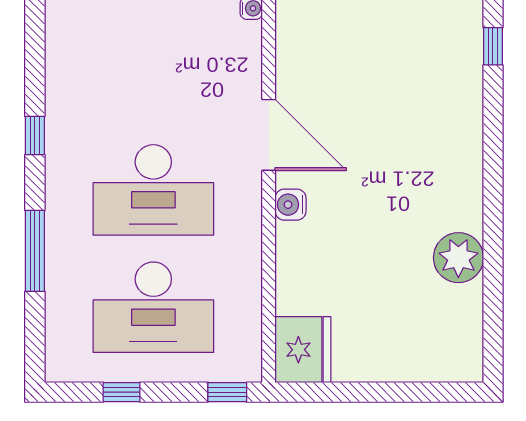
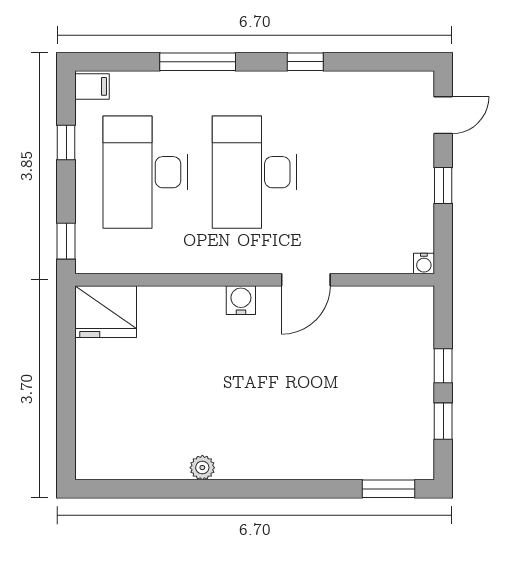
window: (493, 46) -> (389, 489), width x1.50
door: (269, 135) -> (306, 280), width x0.73
plant: (458, 258) -> (202, 468), width x0.53, depth x0.53
filing cabinet: (61, 364) -> (92, 86), added

